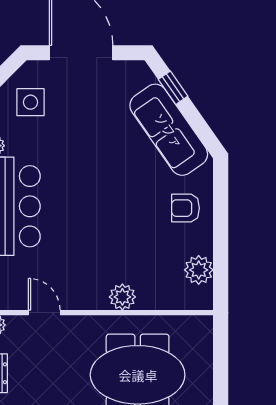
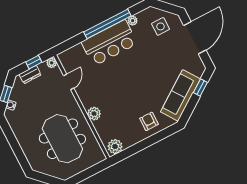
plant: (199, 270) -> (115, 146), moved

